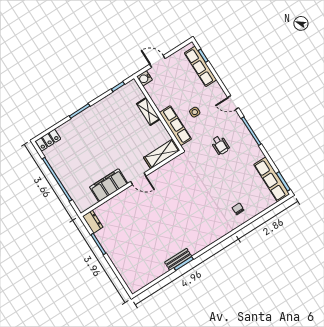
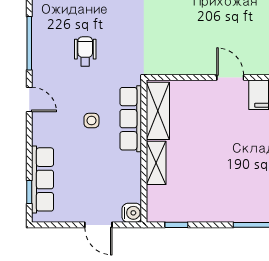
shelving: (162, 154) -> (158, 111), moved, turned 90

